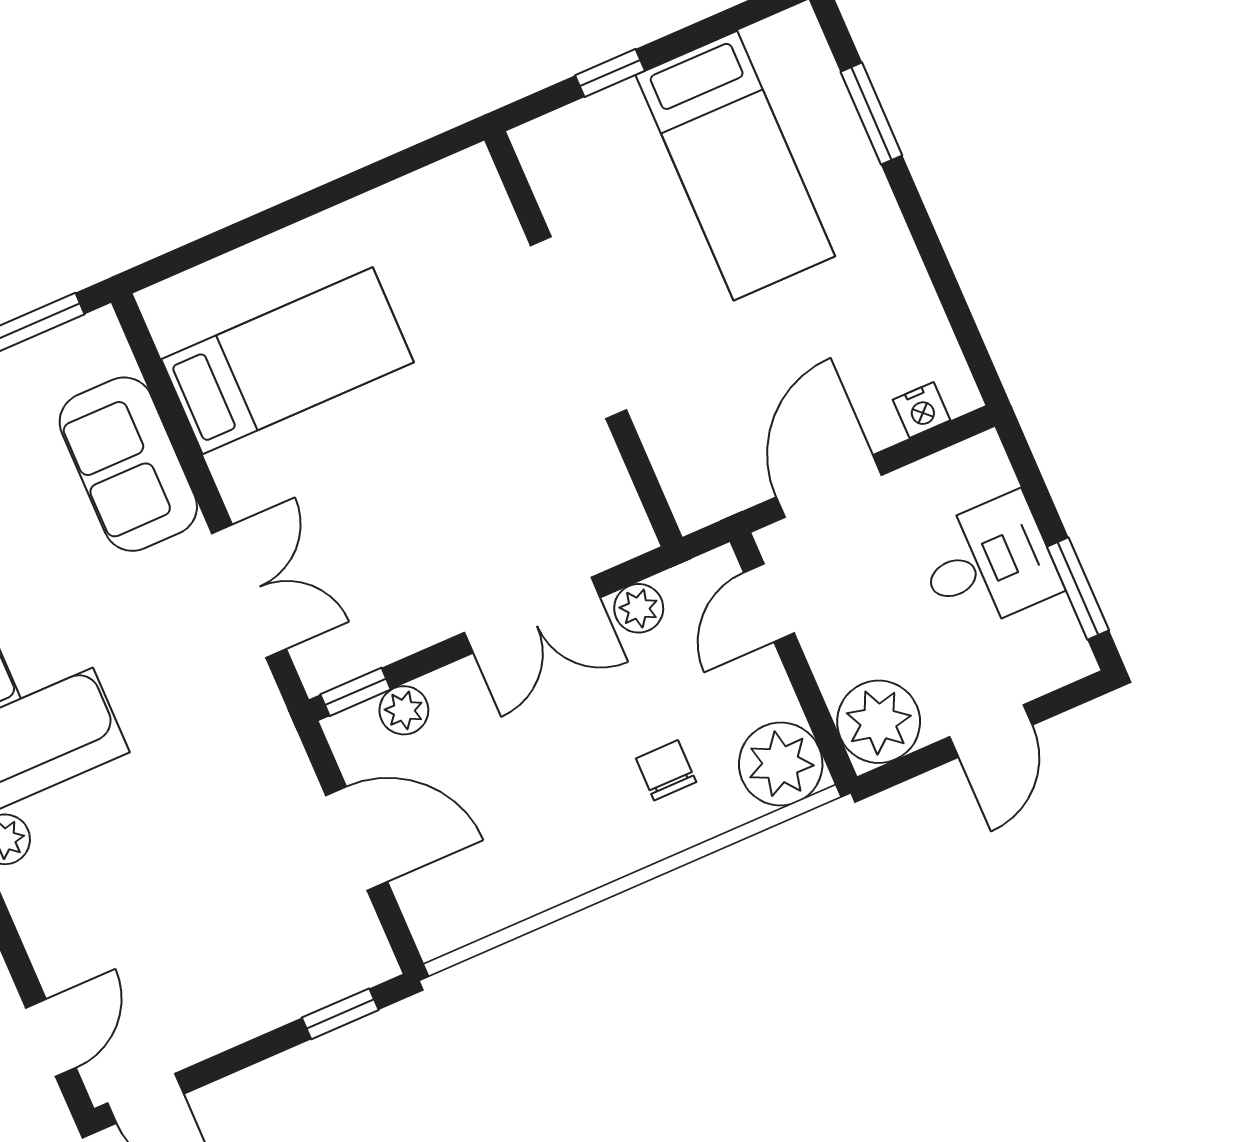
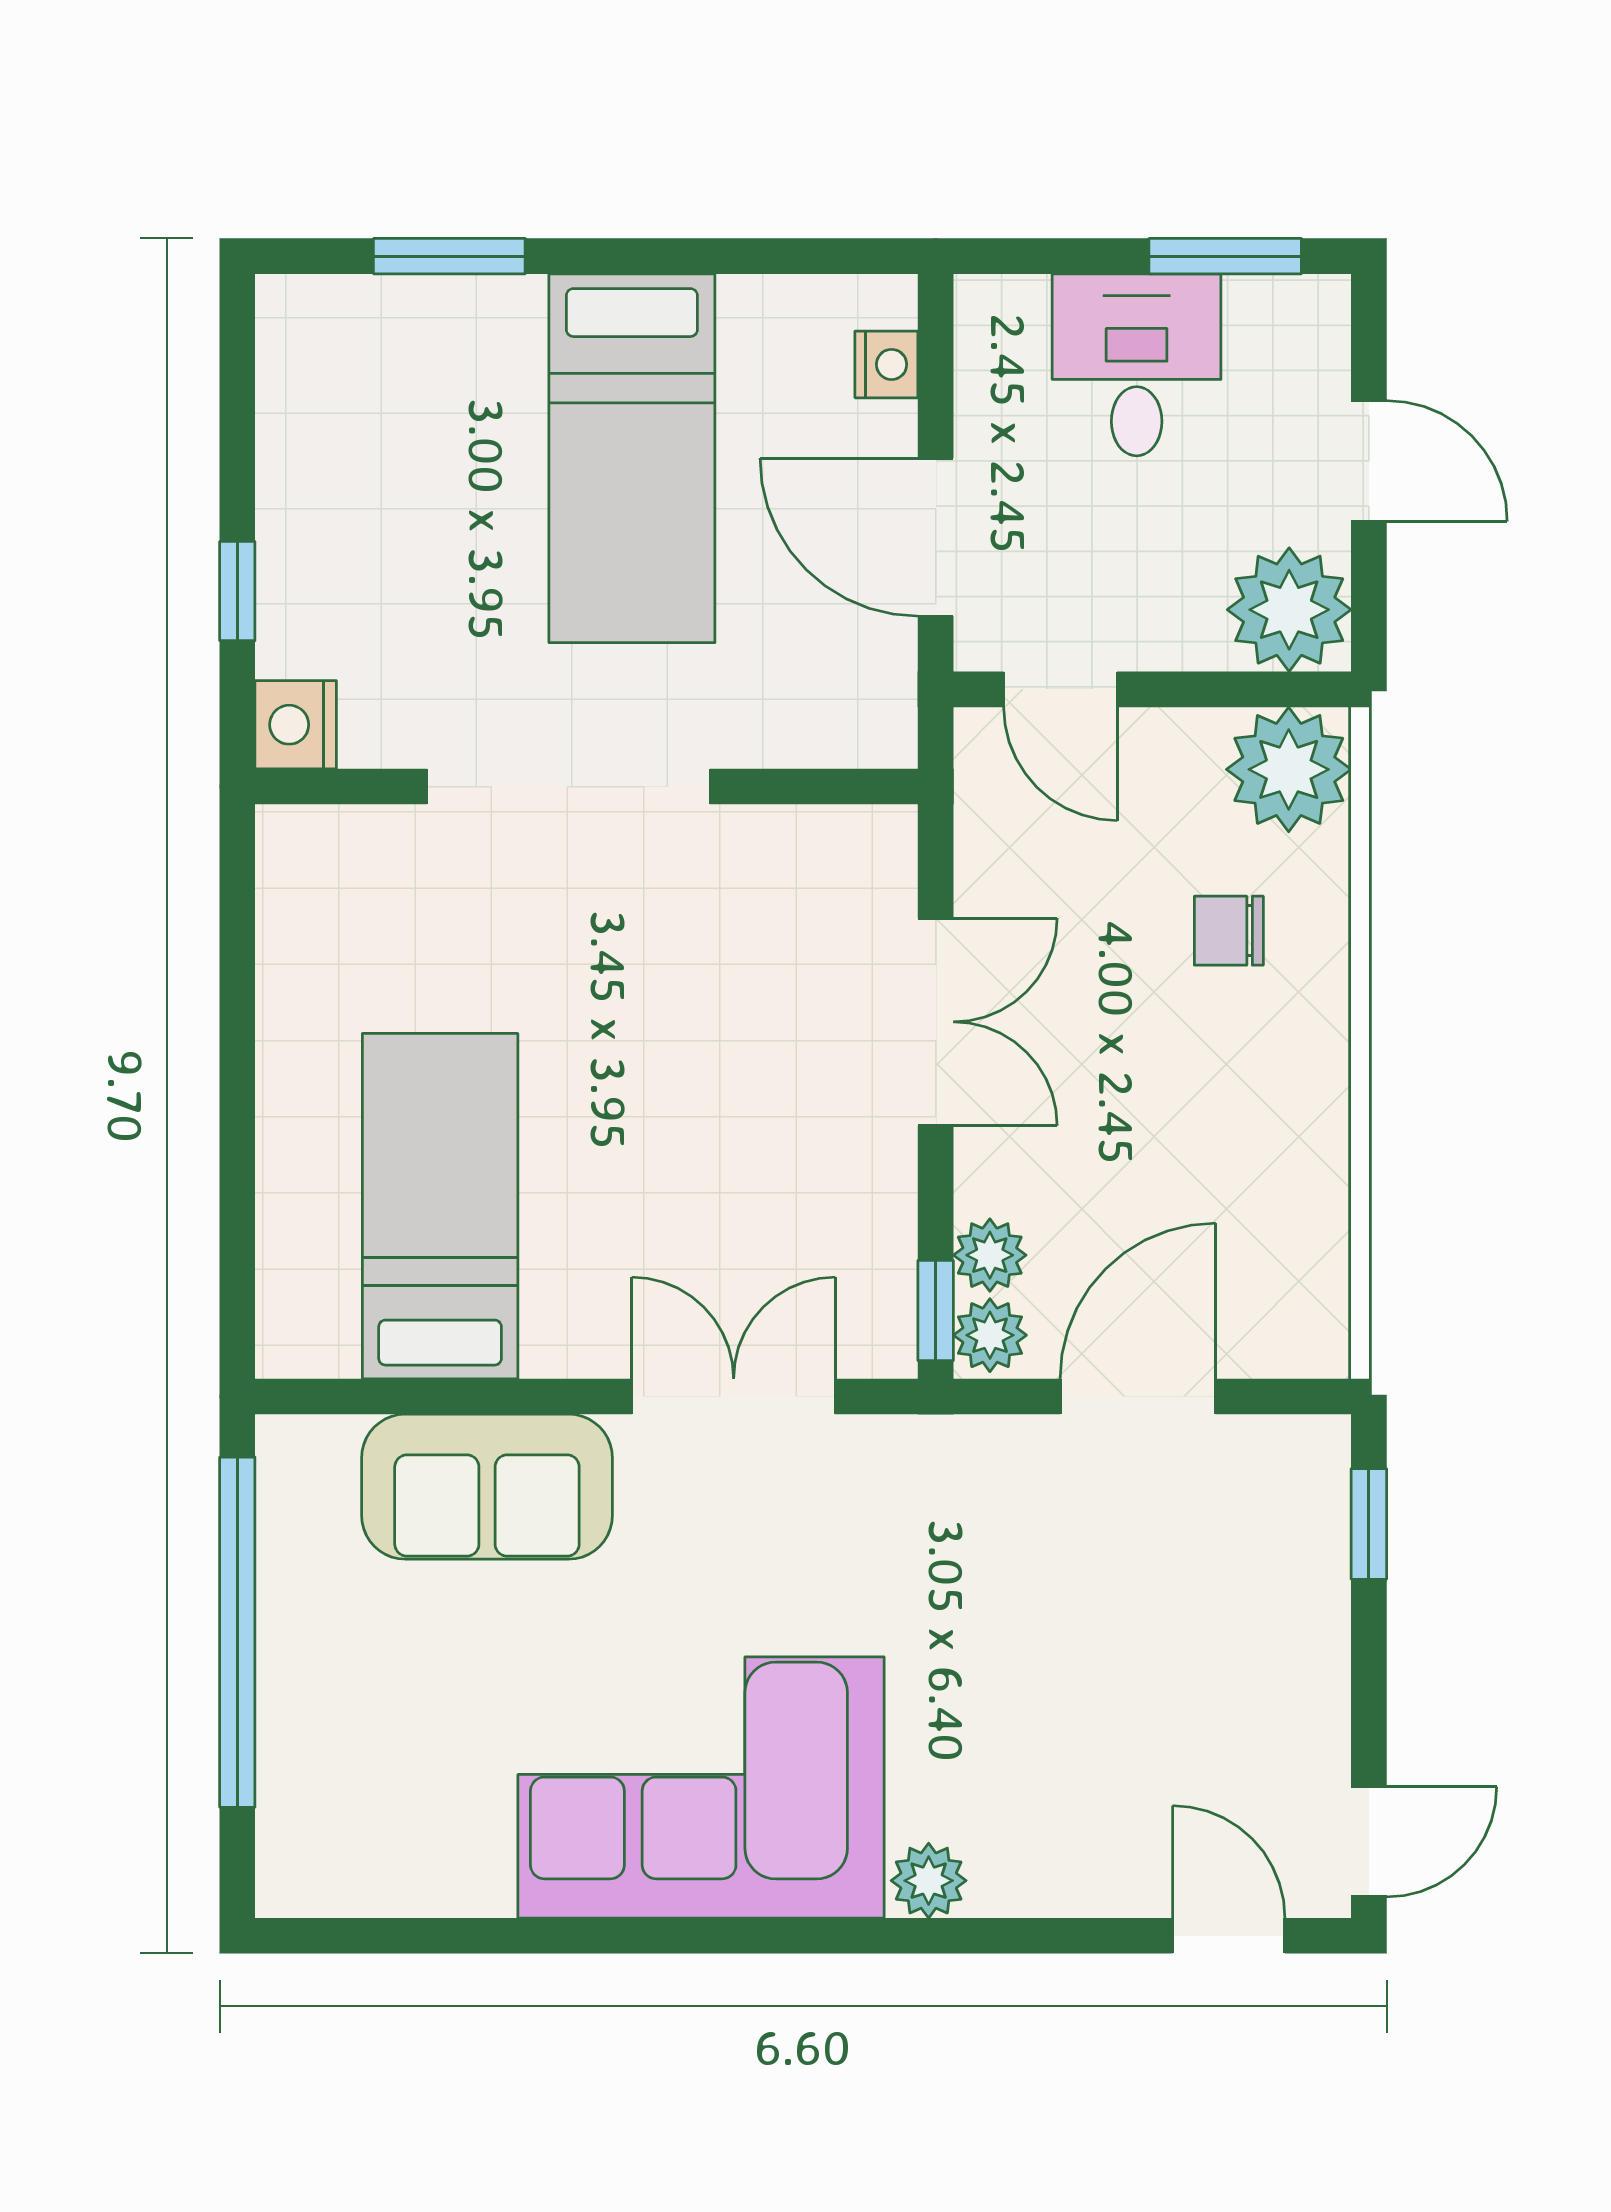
nightstand: (544, 144) -> (296, 725), added
bed: (735, 166) -> (632, 458), moved, turned 90
plant: (639, 608) -> (990, 1335), moved

